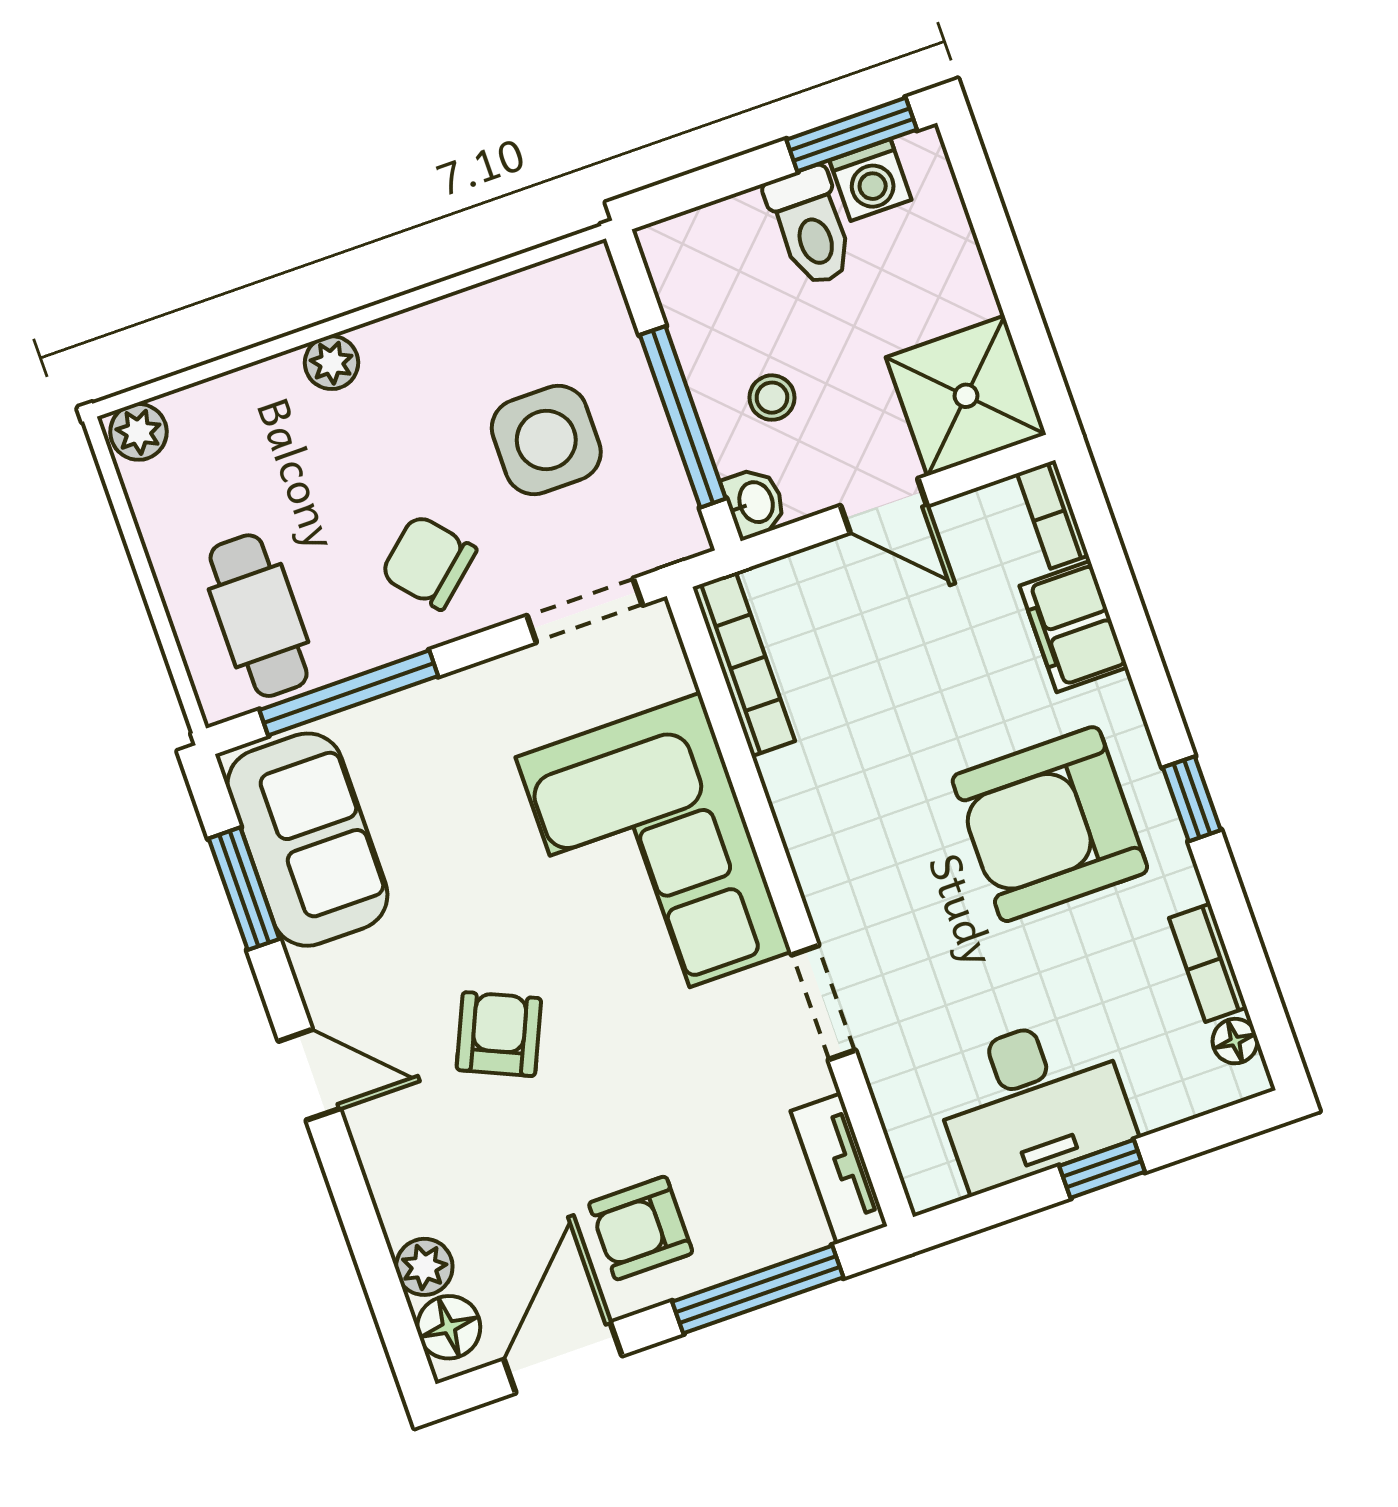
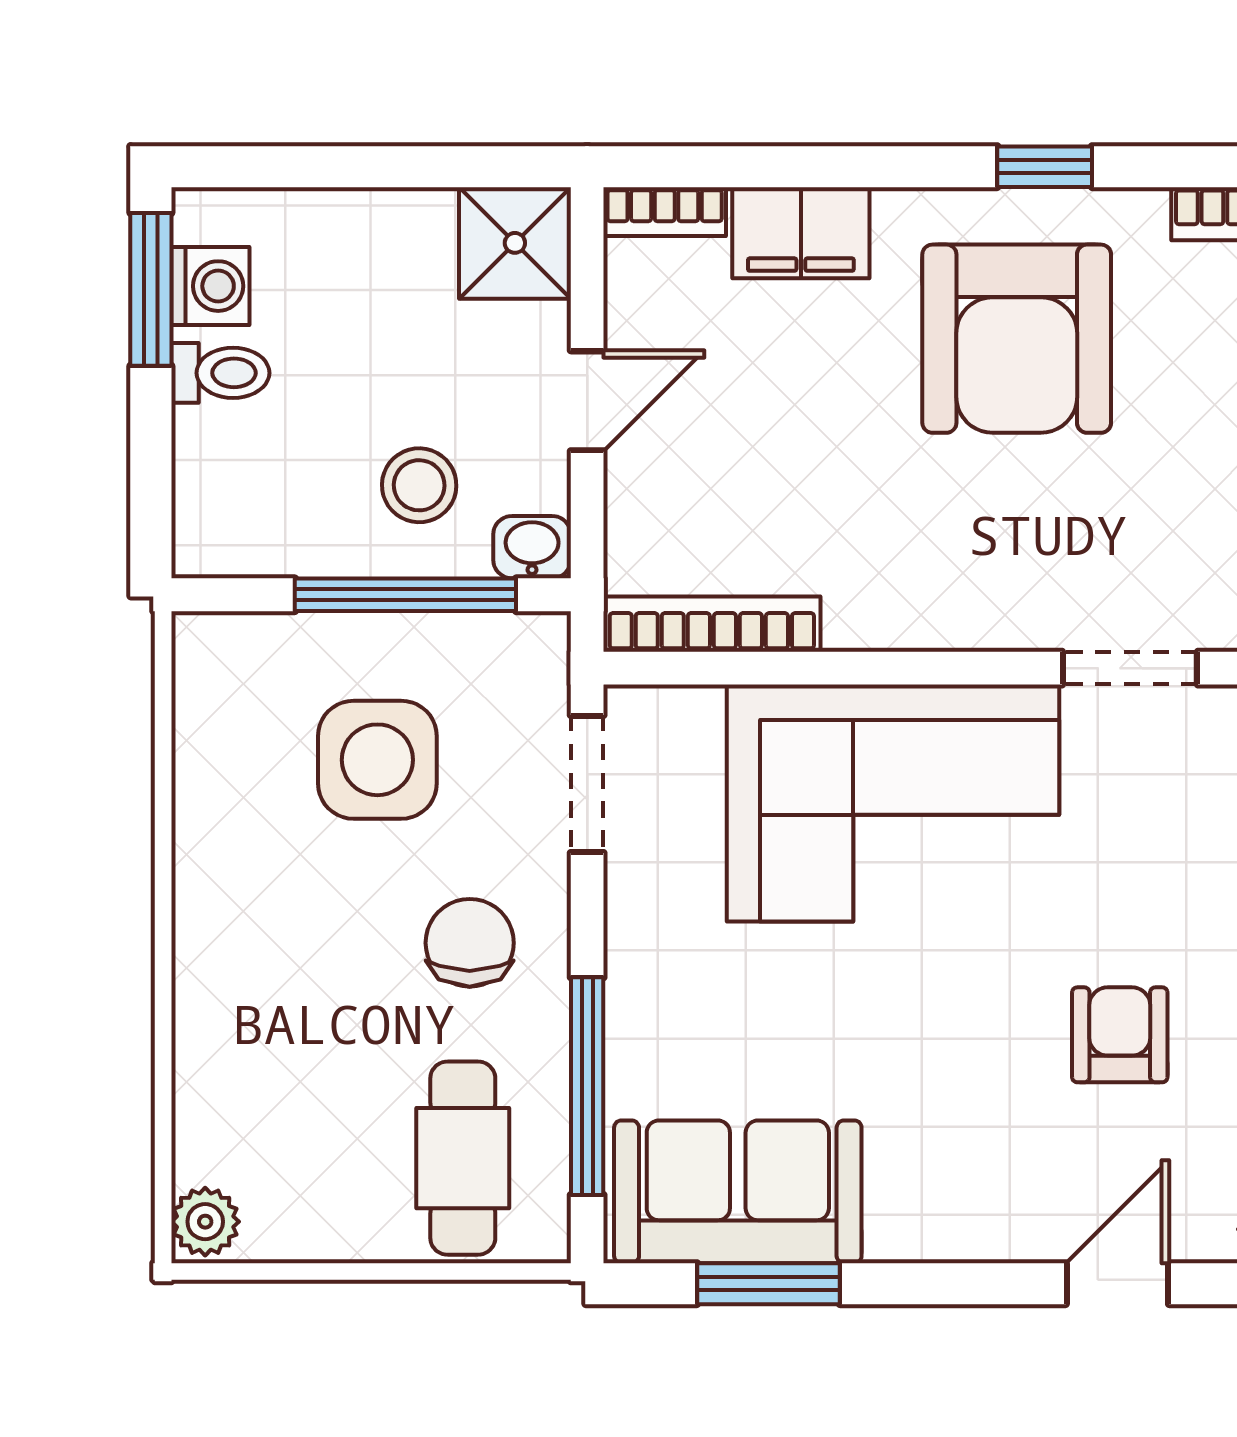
toilet: (811, 226) -> (220, 373), width x0.73, depth x0.72
plant: (332, 363) -> (203, 974), removed
shower: (966, 396) -> (515, 243), width x0.73, depth x0.73
stool: (772, 398) -> (419, 485), width x1.37, depth x1.37
chair: (429, 562) -> (470, 943), turned 131
cafe table: (259, 616) -> (463, 1158), turned 90
armchair: (499, 1034) -> (1120, 1035), moved, turned 66
door: (309, 1075) -> (1117, 1284), moved

